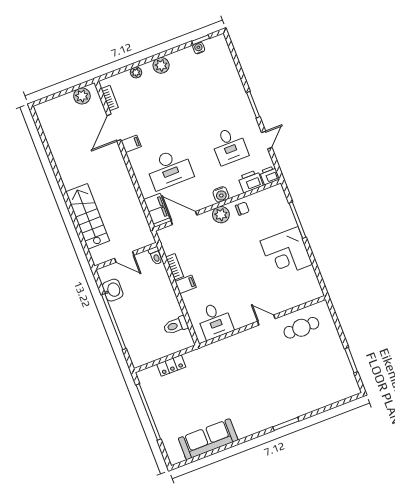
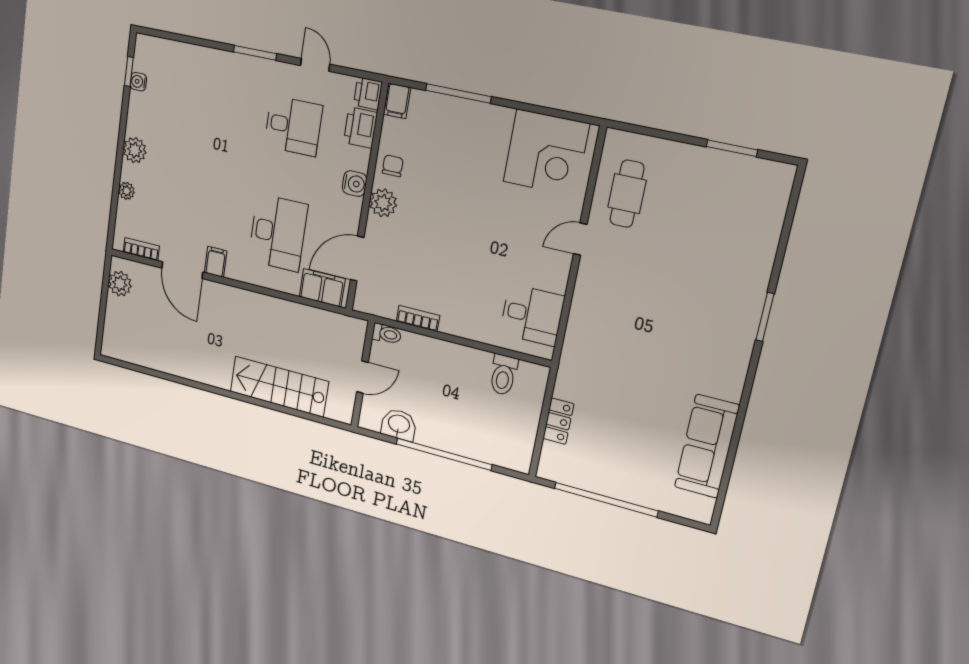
corner desk: (286, 253) -> (546, 153), moved
filing cabinet: (186, 284) -> (397, 101), moved, turned 180

